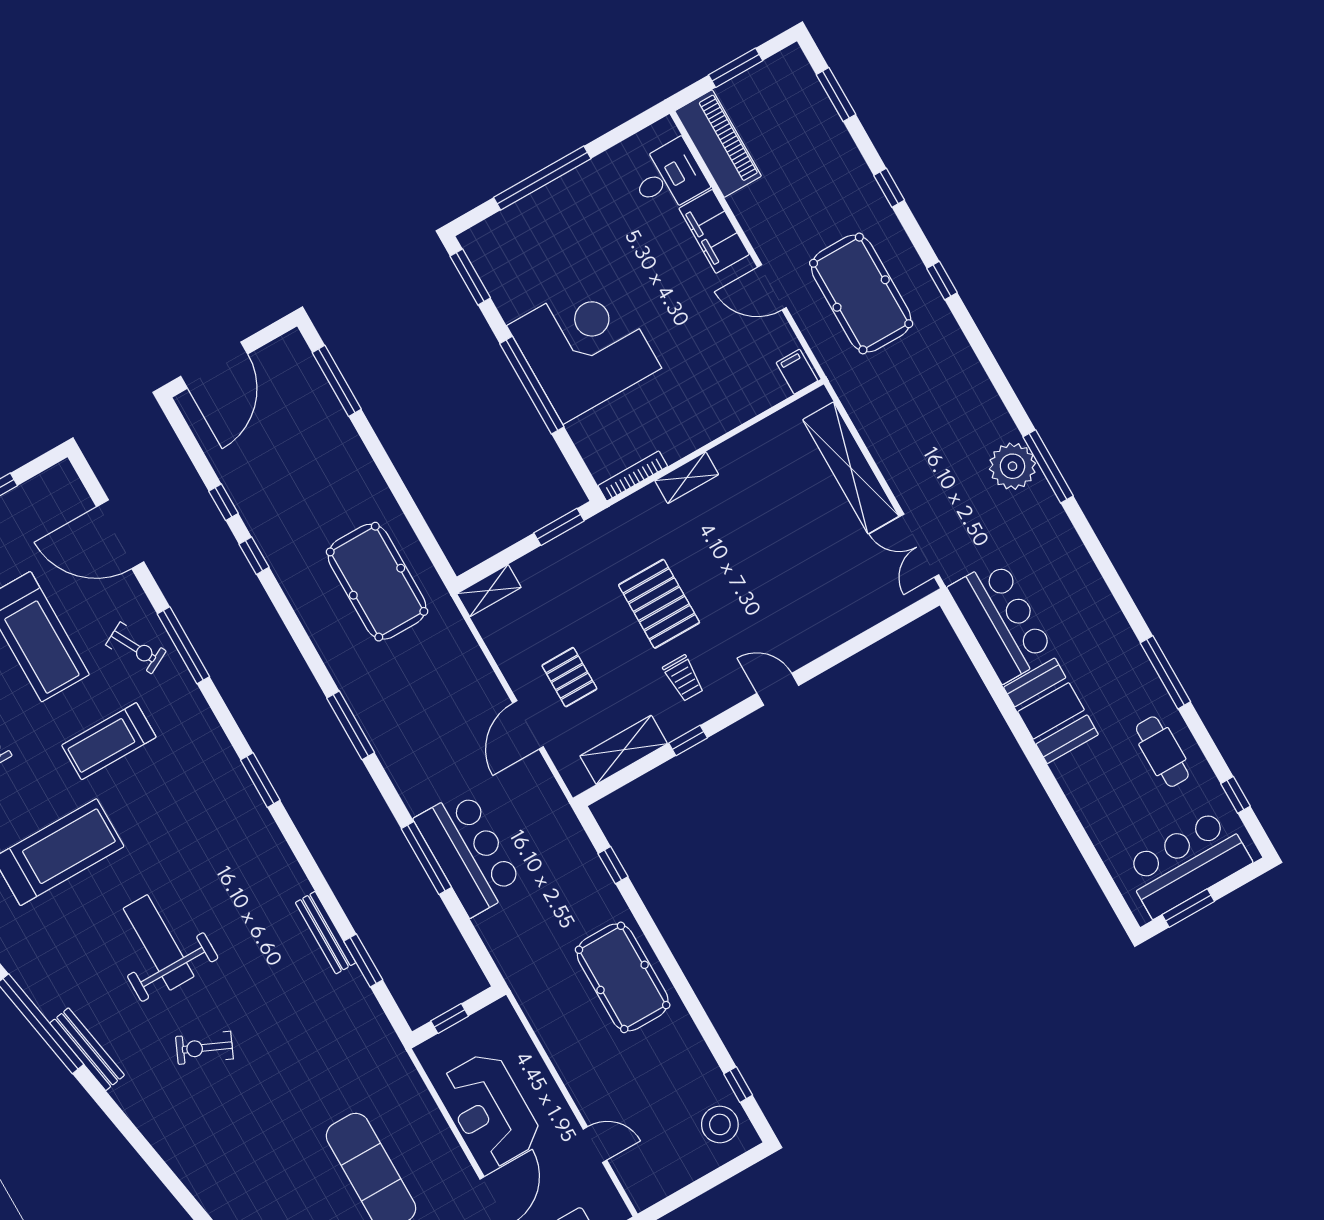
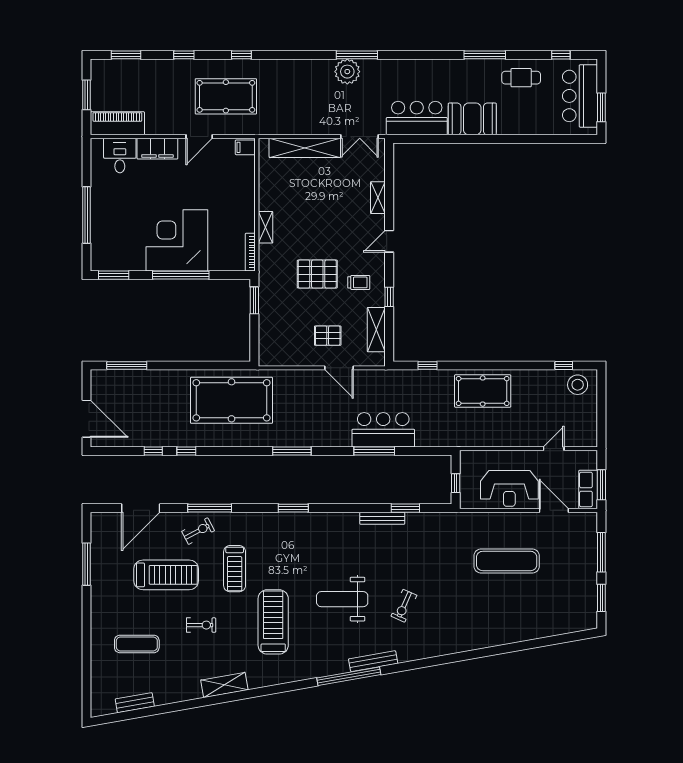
pool table: (377, 582) -> (232, 400), width x1.36, depth x1.32
shelving: (489, 591) -> (378, 198), moved

